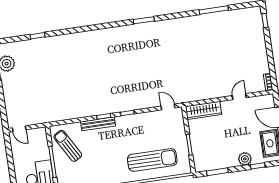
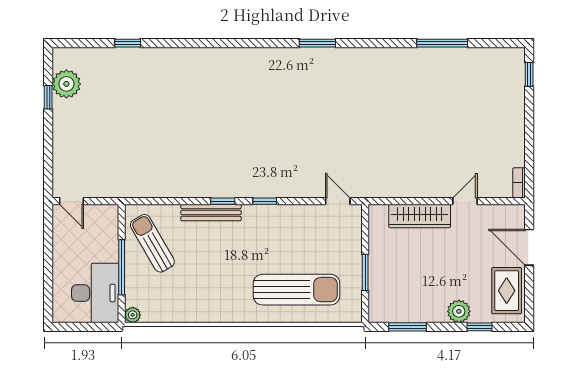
wardrobe: (204, 110) -> (420, 216), moved

